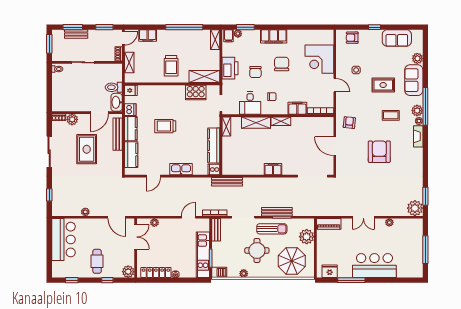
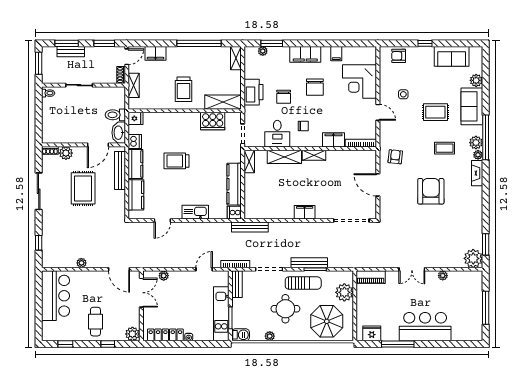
filing cabinet: (229, 36) -> (336, 54), moved
chair: (282, 64) -> (315, 87), turned 180

